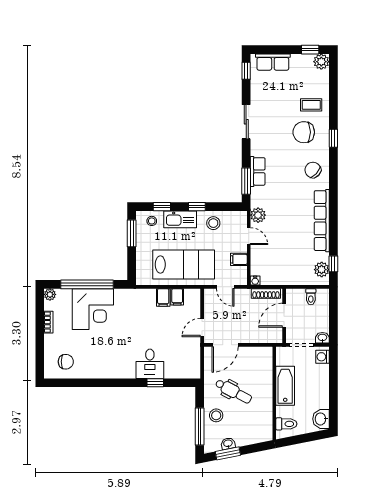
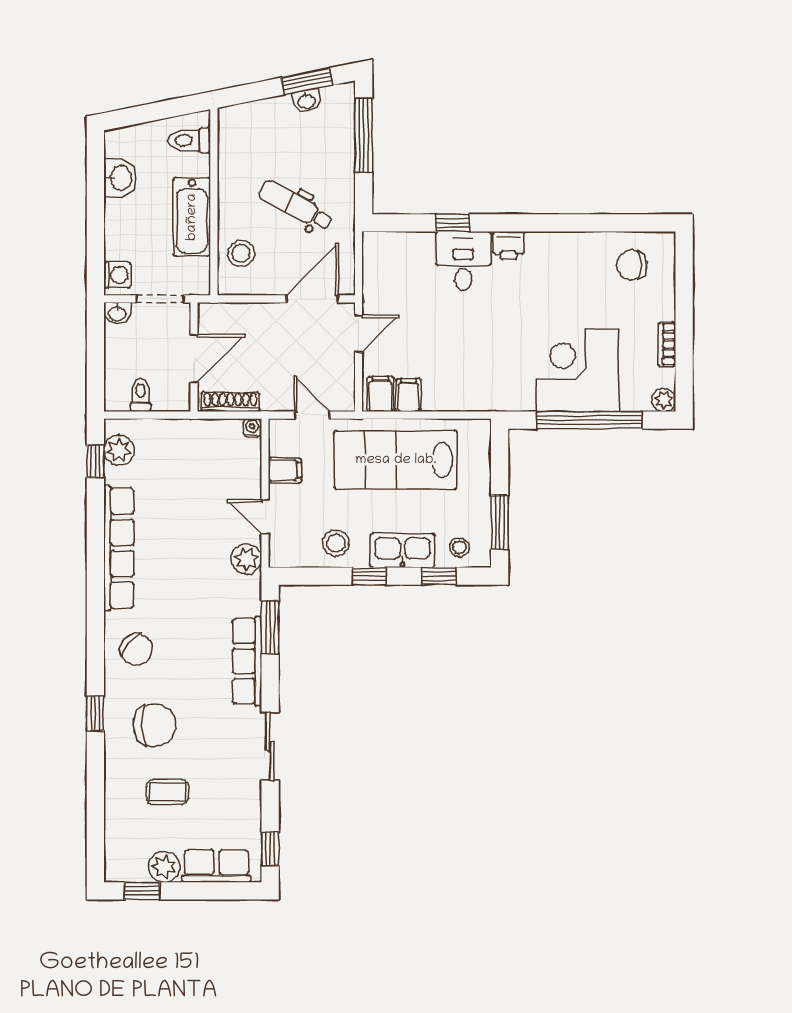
plant: (321, 62) -> (164, 867), moved
coffee table: (311, 105) -> (167, 792), moved
row of seats: (258, 171) -> (247, 661), width x1.48
filing cabinet: (163, 297) -> (380, 394), moved
printer: (127, 371) -> (509, 246), added
stool: (216, 415) -> (241, 253), moved
washbasin: (321, 419) -> (120, 178), moved

